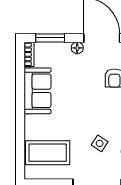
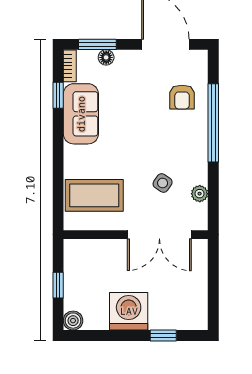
floor lamp: (77, 48) -> (106, 57), moved
window: (20, 77) -> (58, 95), added

